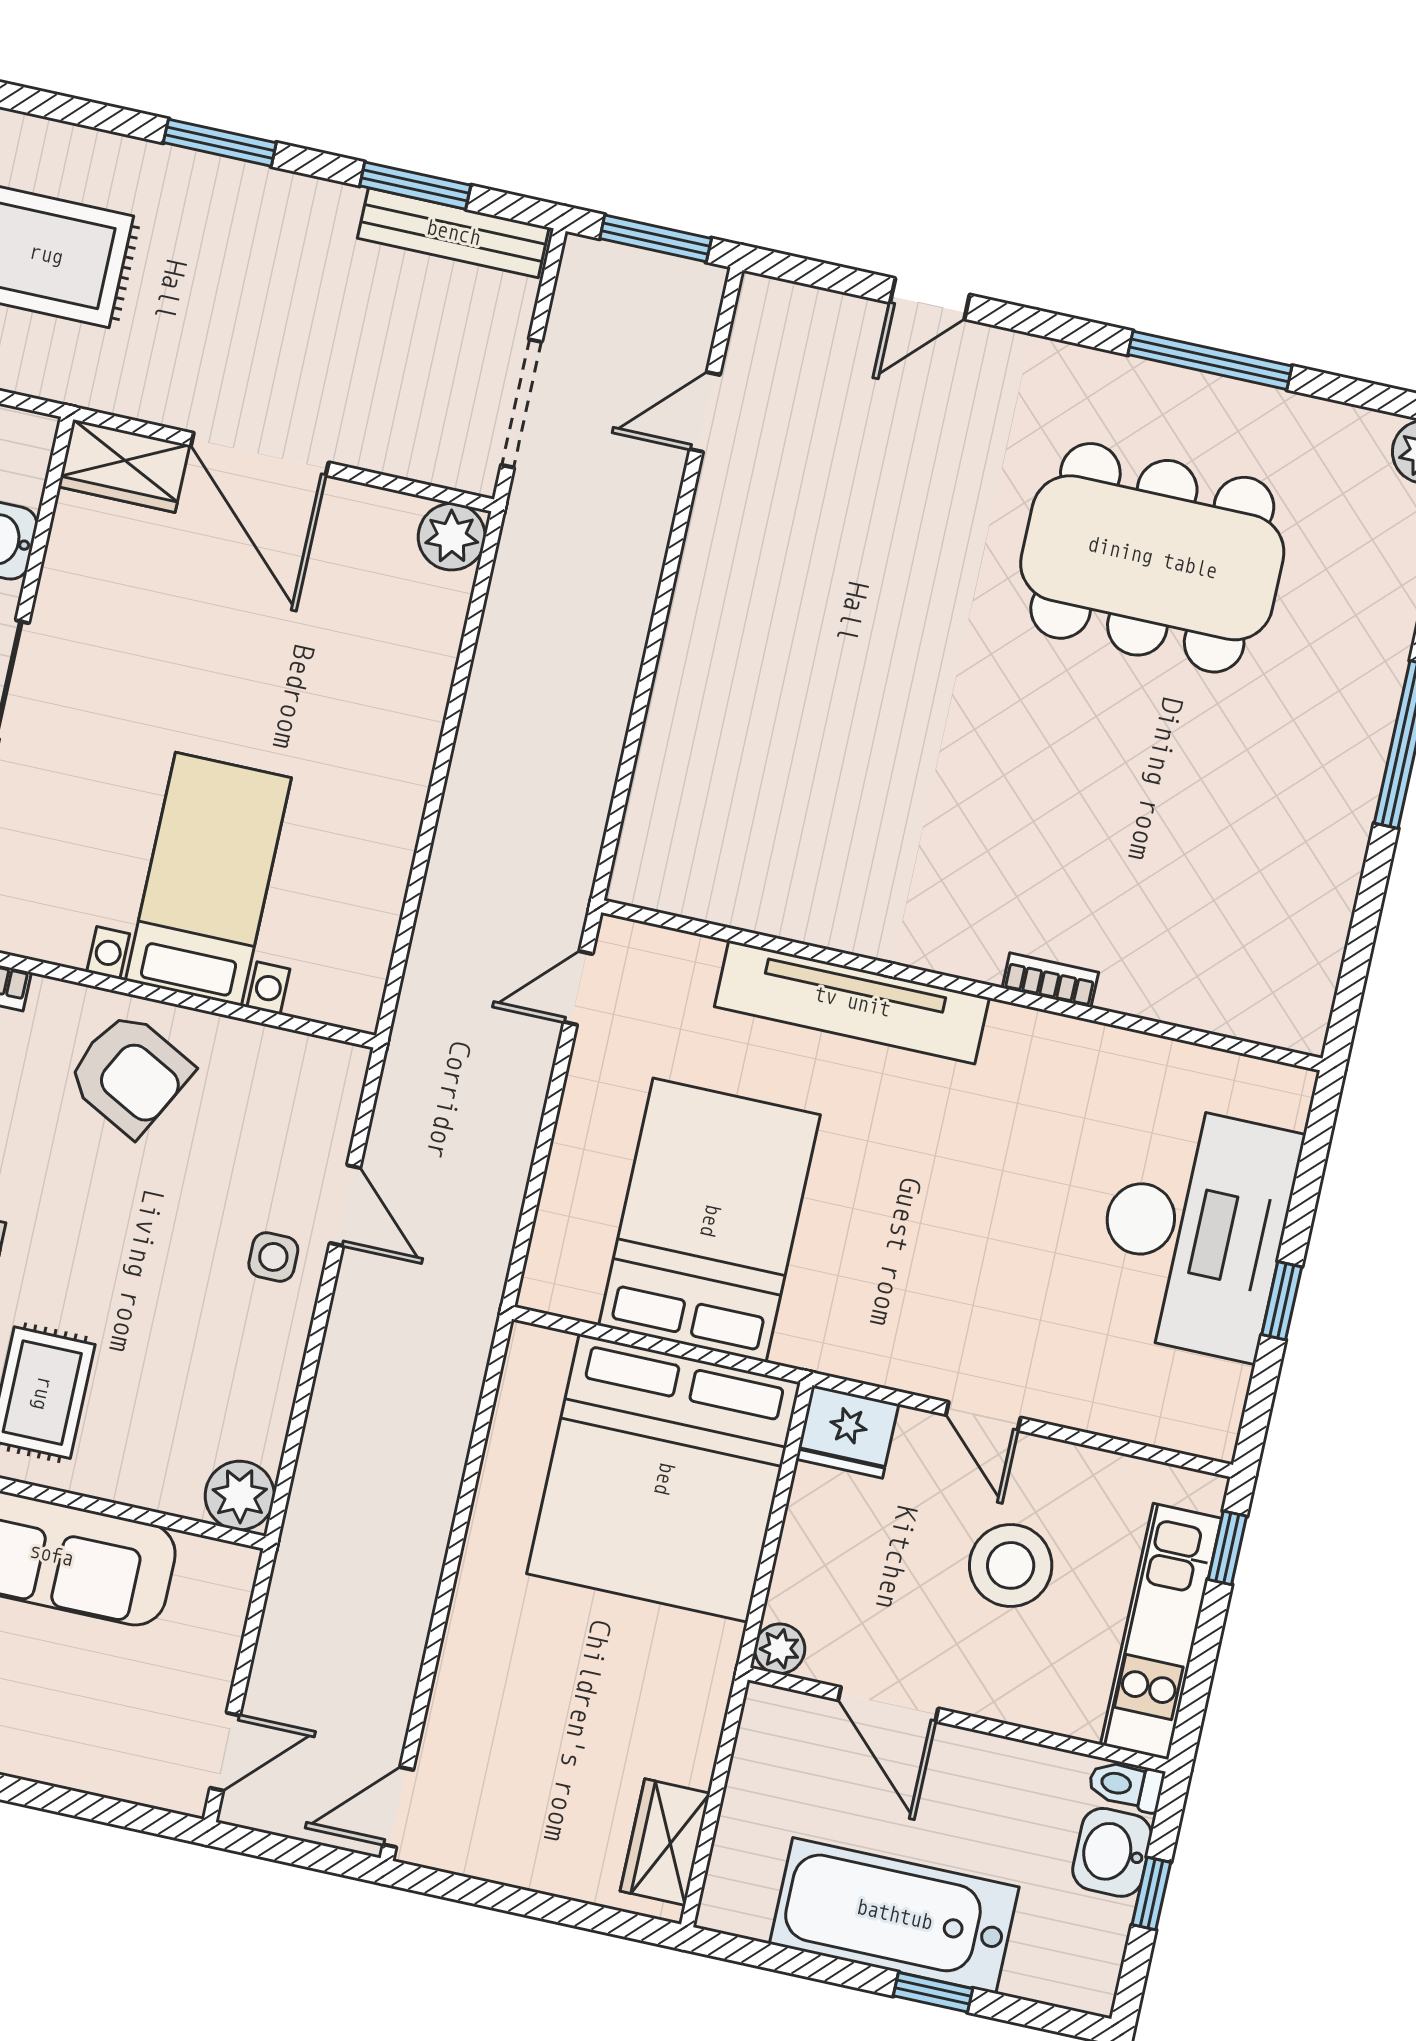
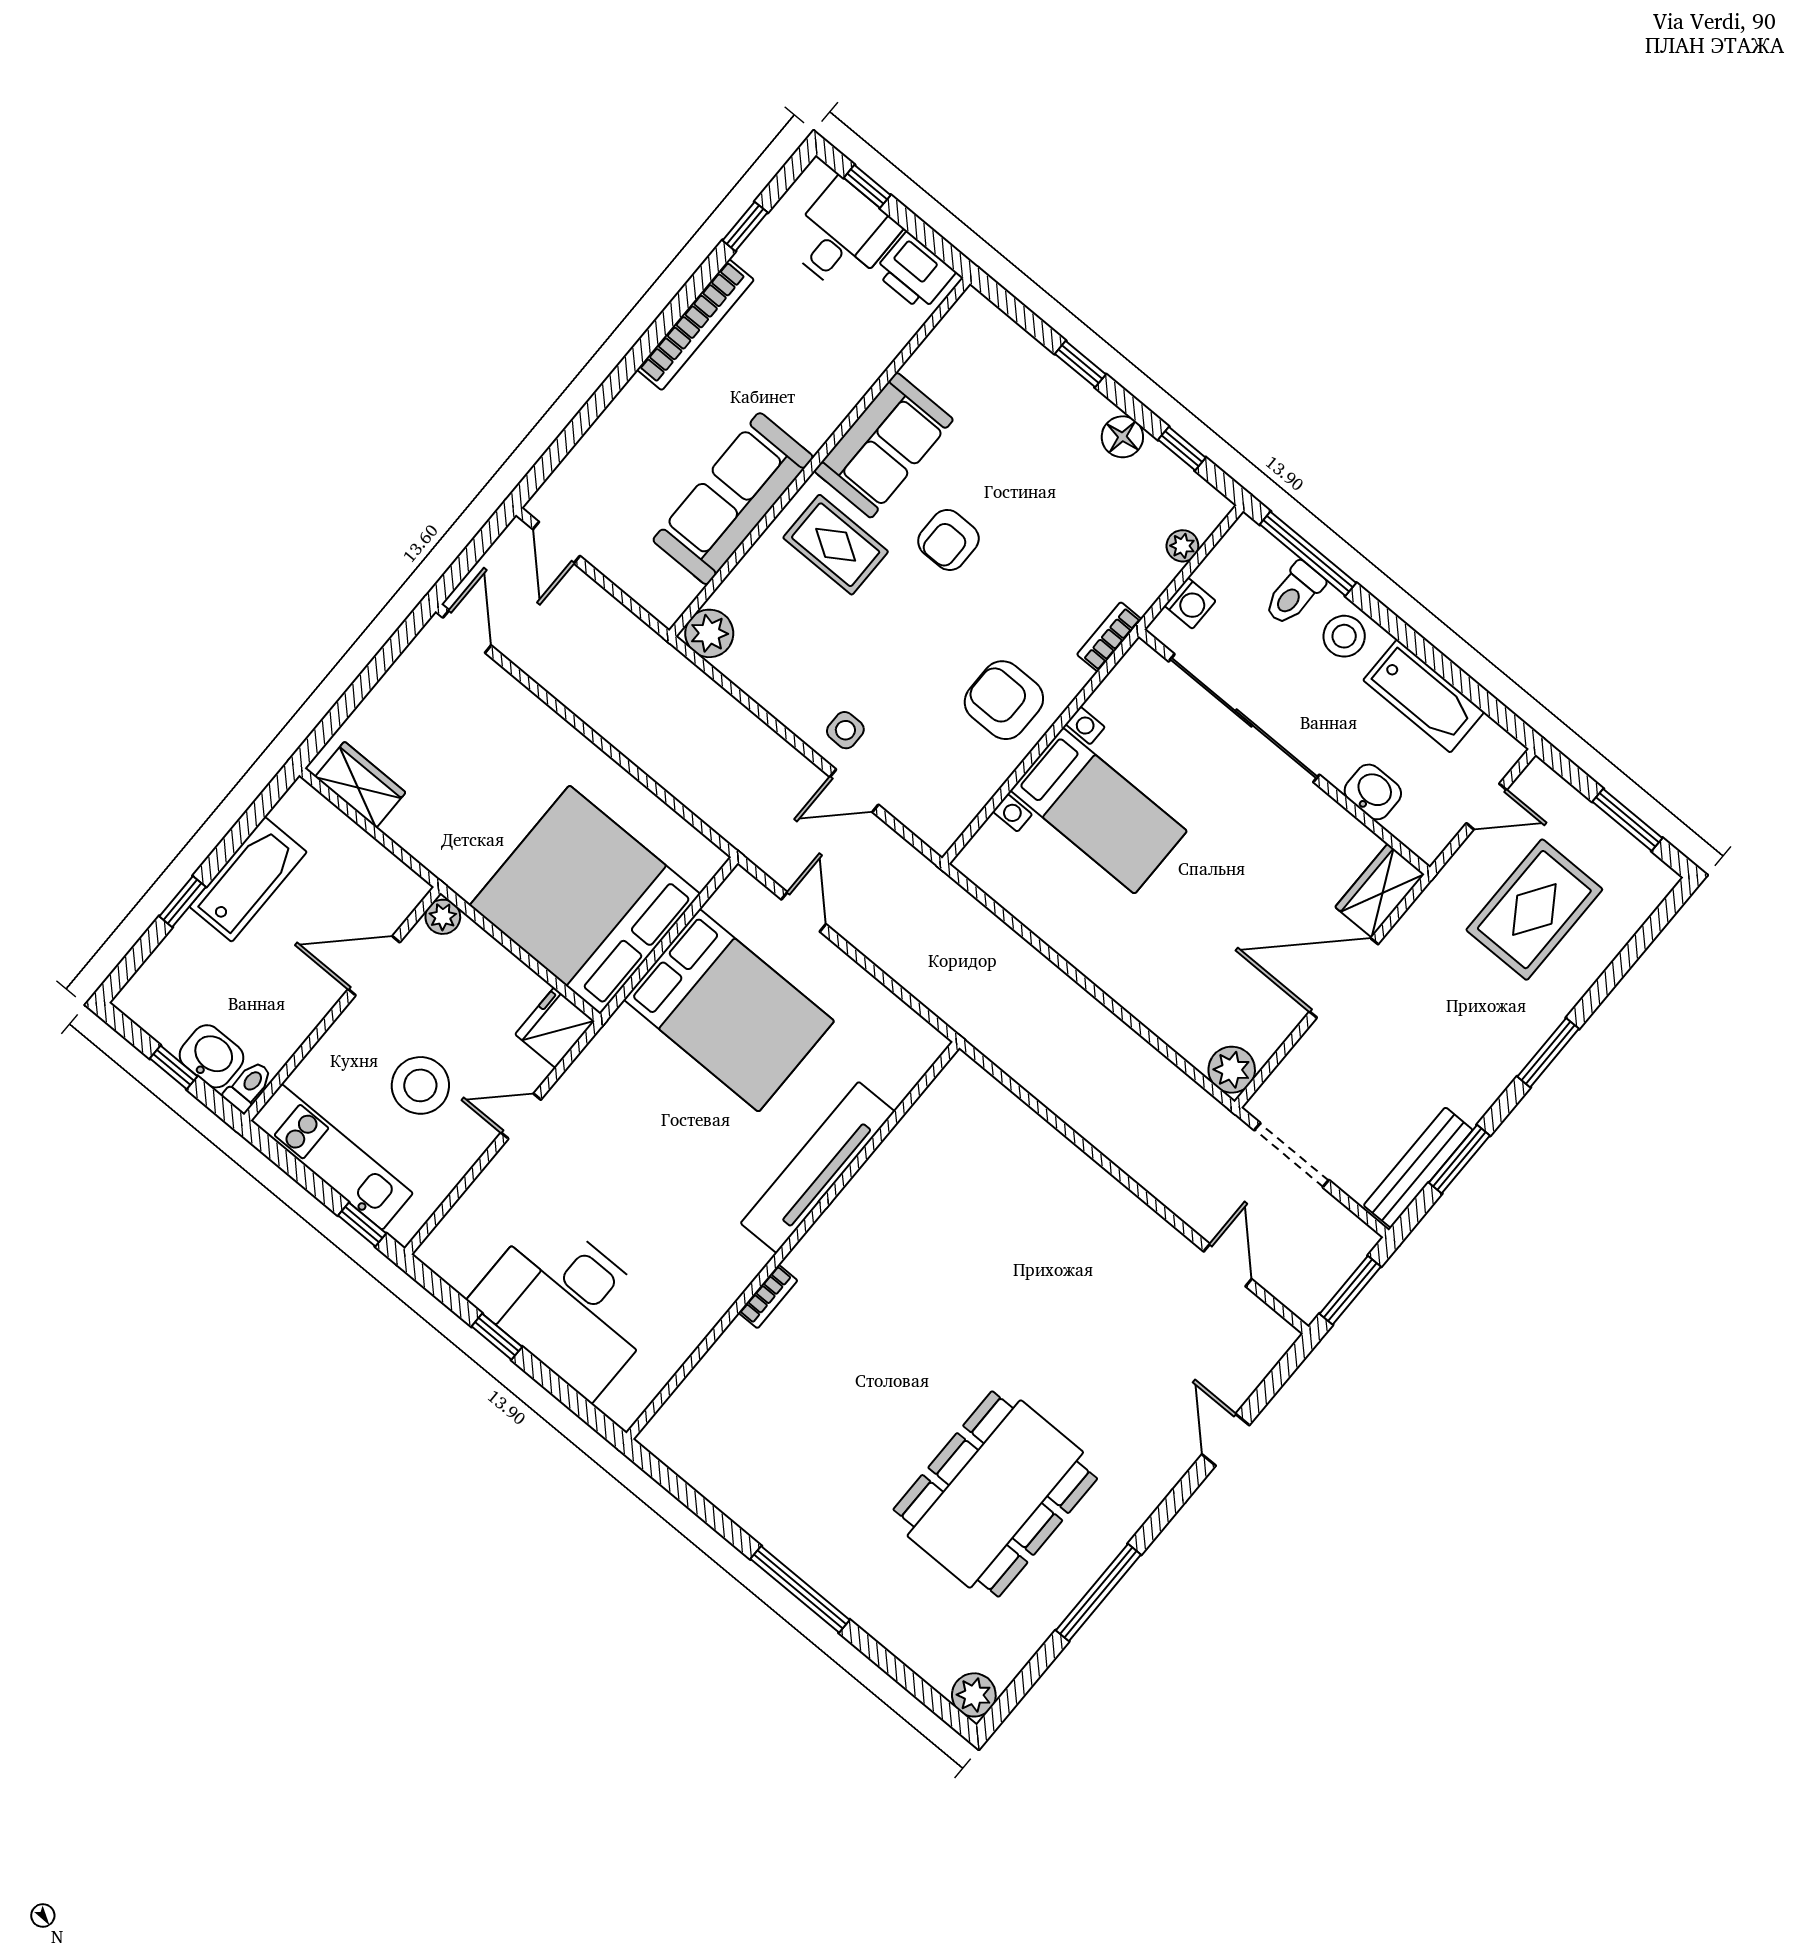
door: (578, 988) -> (804, 912), moved
armchair: (130, 1074) -> (1004, 700), turned 62
bathtub: (894, 1915) -> (248, 879), width x0.73, depth x0.73

